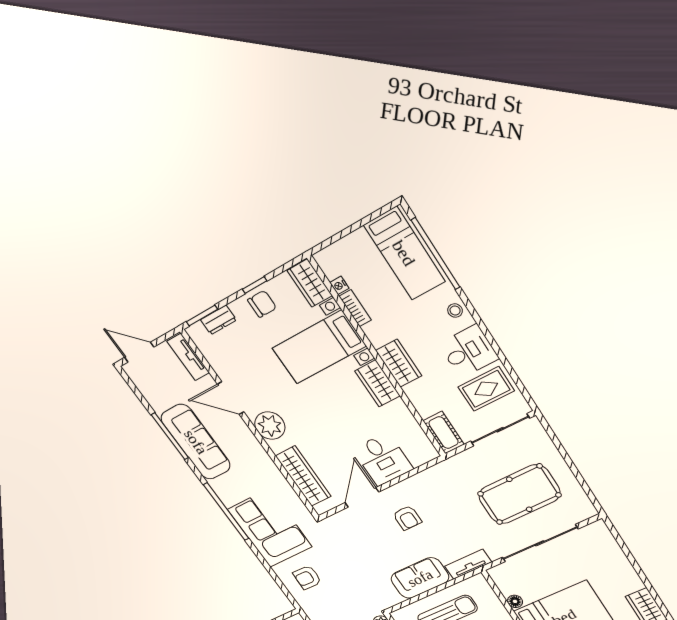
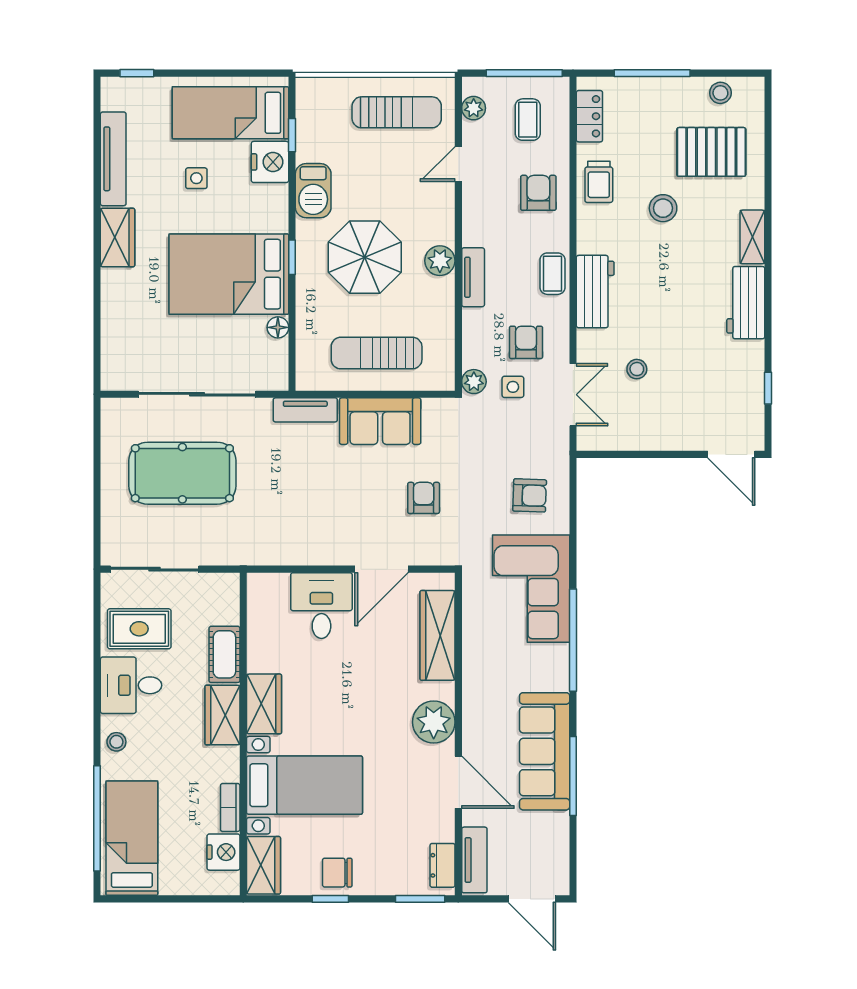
nightstand: (339, 285) -> (224, 852), width x1.89, depth x1.79
dresser: (218, 320) -> (442, 865), moved, turned -90
cot: (444, 433) -> (224, 654), moved
armchair: (407, 518) -> (424, 498), moved

